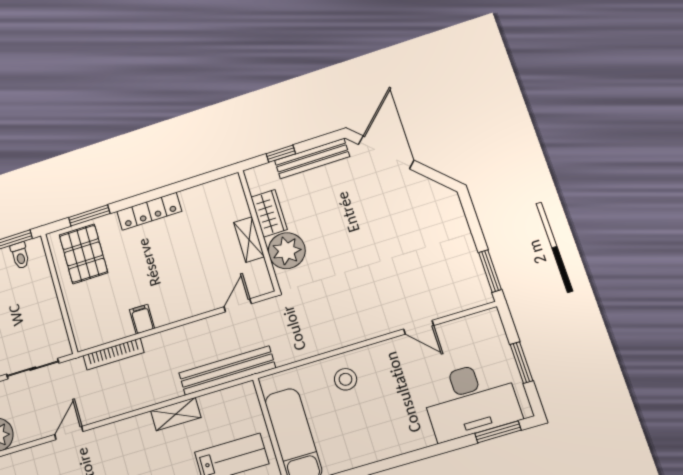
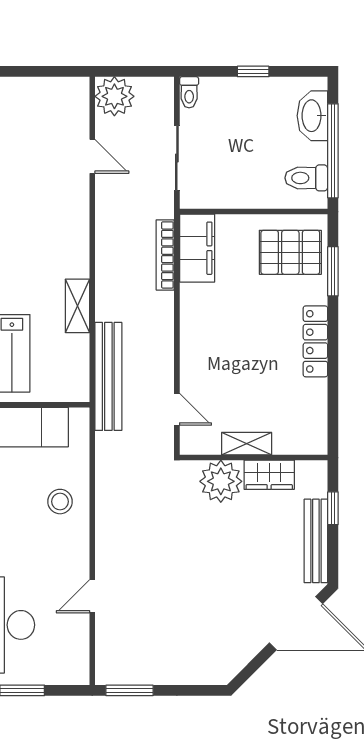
toilet: (20, 255) -> (306, 178), width x1.37, depth x1.39
filing cabinet: (142, 319) -> (197, 248), moved, width x3.00, depth x1.17
door: (69, 433) -> (92, 156), moved

